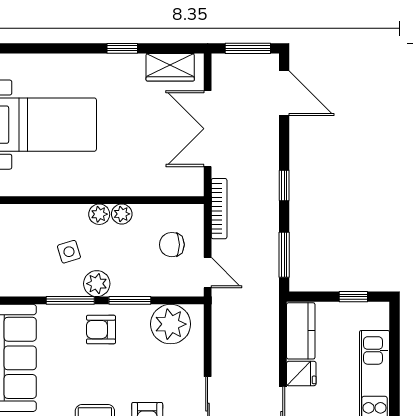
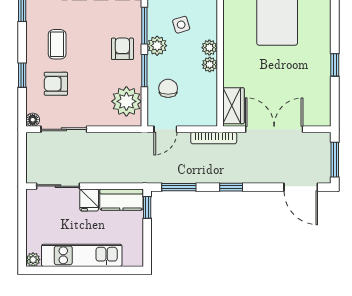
wardrobe: (170, 67) -> (233, 106), moved, turned 180
door: (284, 93) -> (301, 187), hinge flipped
chair: (172, 245) -> (168, 88), moved
window: (353, 297) -> (147, 207), moved

